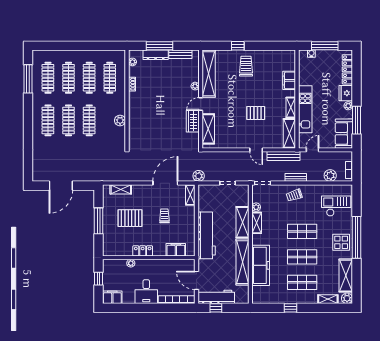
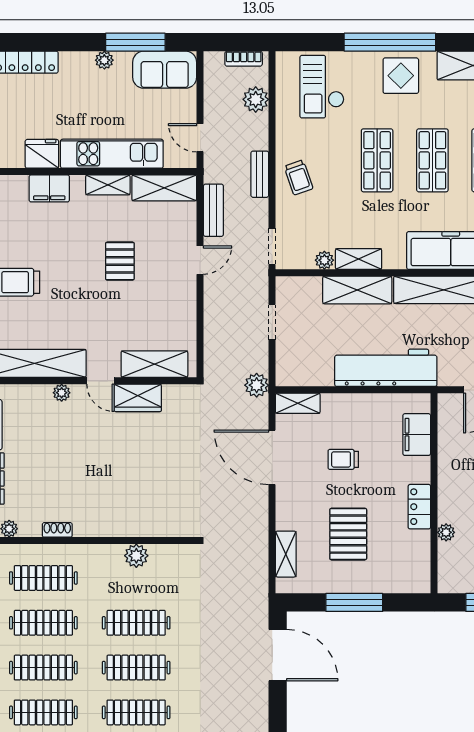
fridge: (346, 93) -> (42, 154), moved, turned 180
bench: (284, 156) -> (213, 210), width x0.73
door: (61, 186) -> (278, 655), moved

